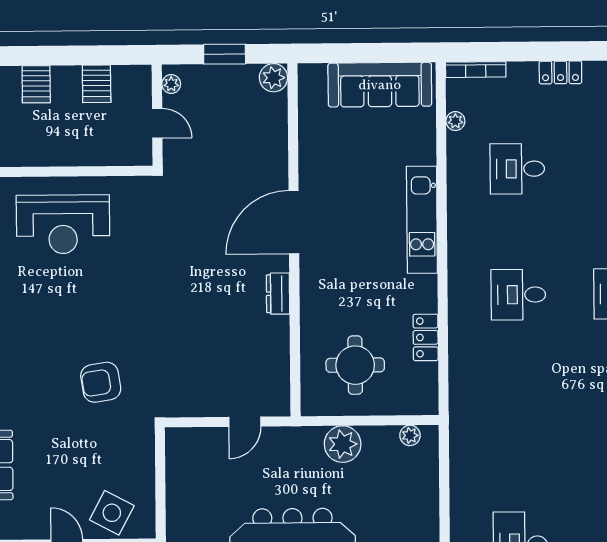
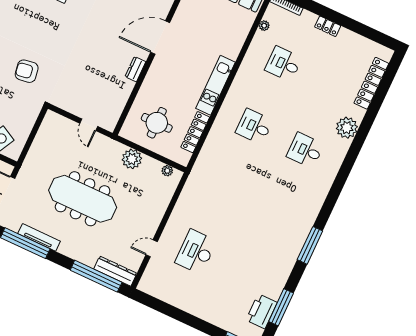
kitchen unit: (422, 220) -> (215, 85), moved
locker: (426, 337) -> (195, 132), width x1.53
door: (245, 422) -> (89, 125), hinge flipped

